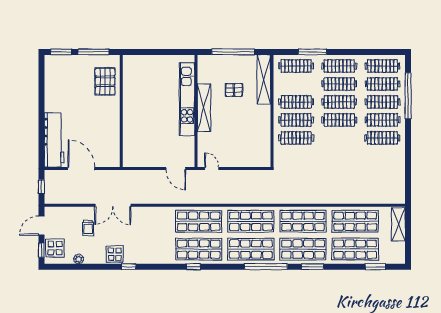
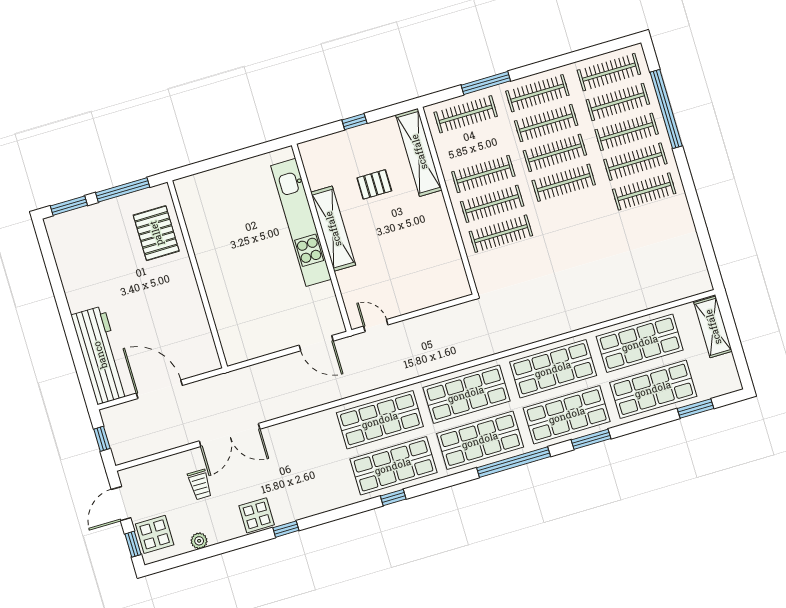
window: (233, 52) -> (354, 122), width x0.32

